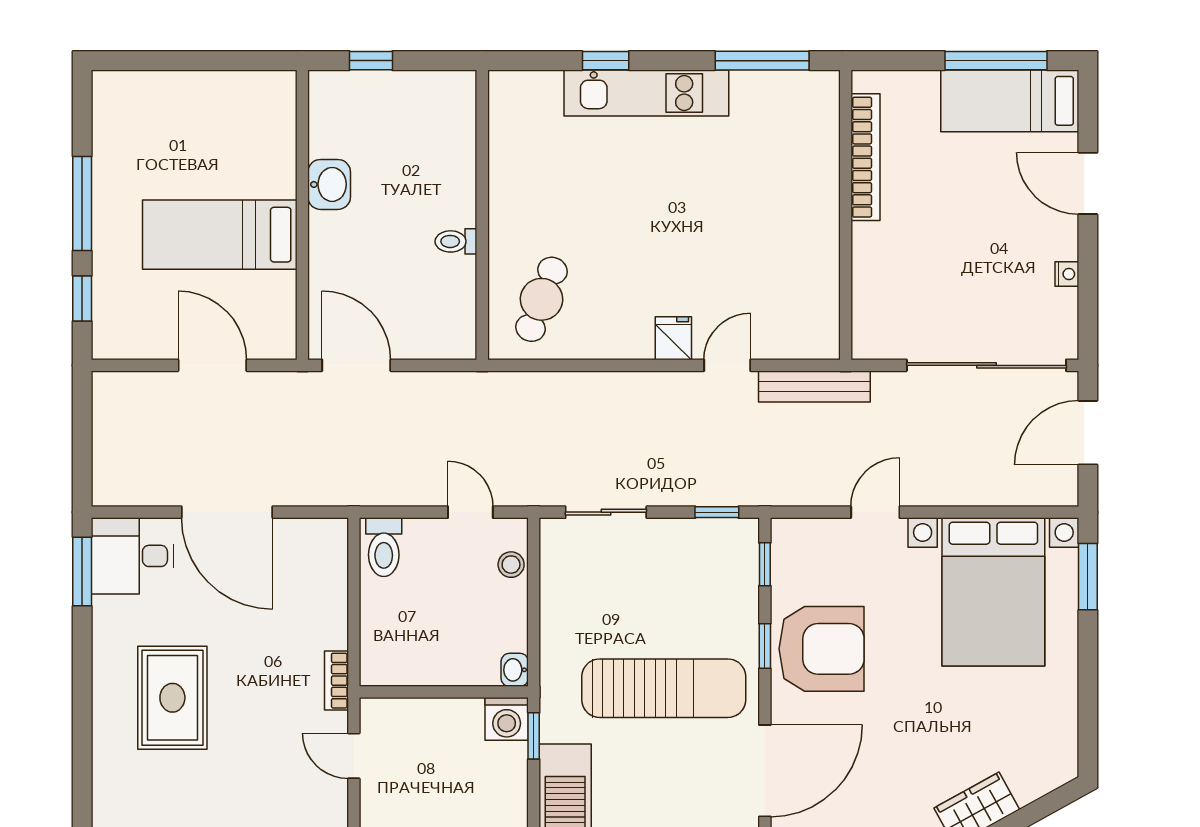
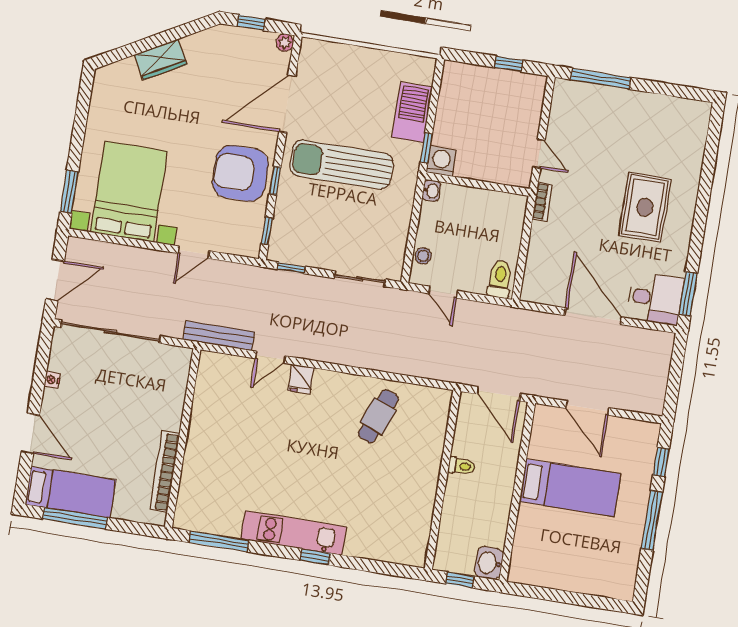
washbasin: (329, 184) -> (489, 563), moved
wall: (482, 215) -> (443, 480), moved
toilet: (456, 241) -> (461, 466), moved

